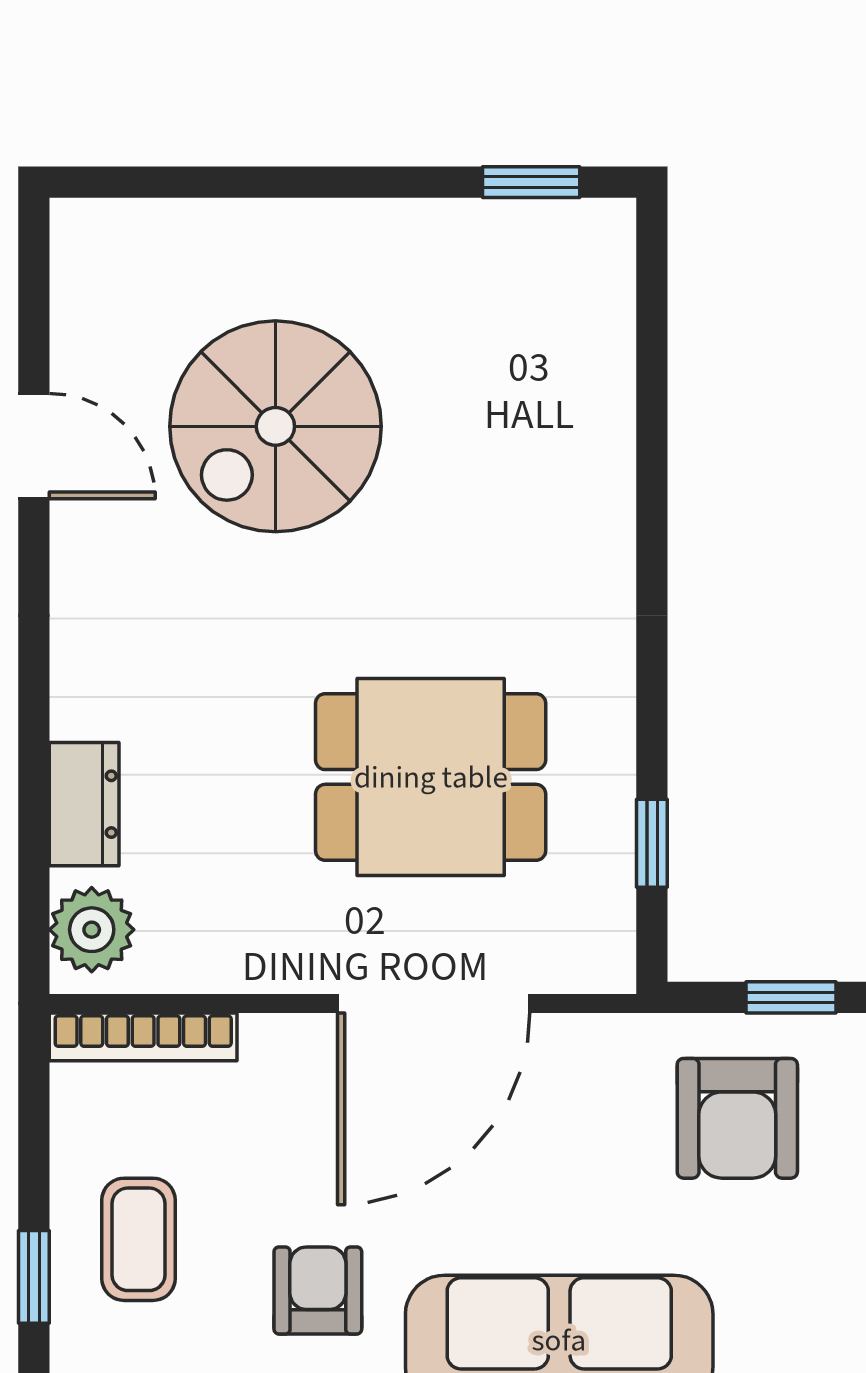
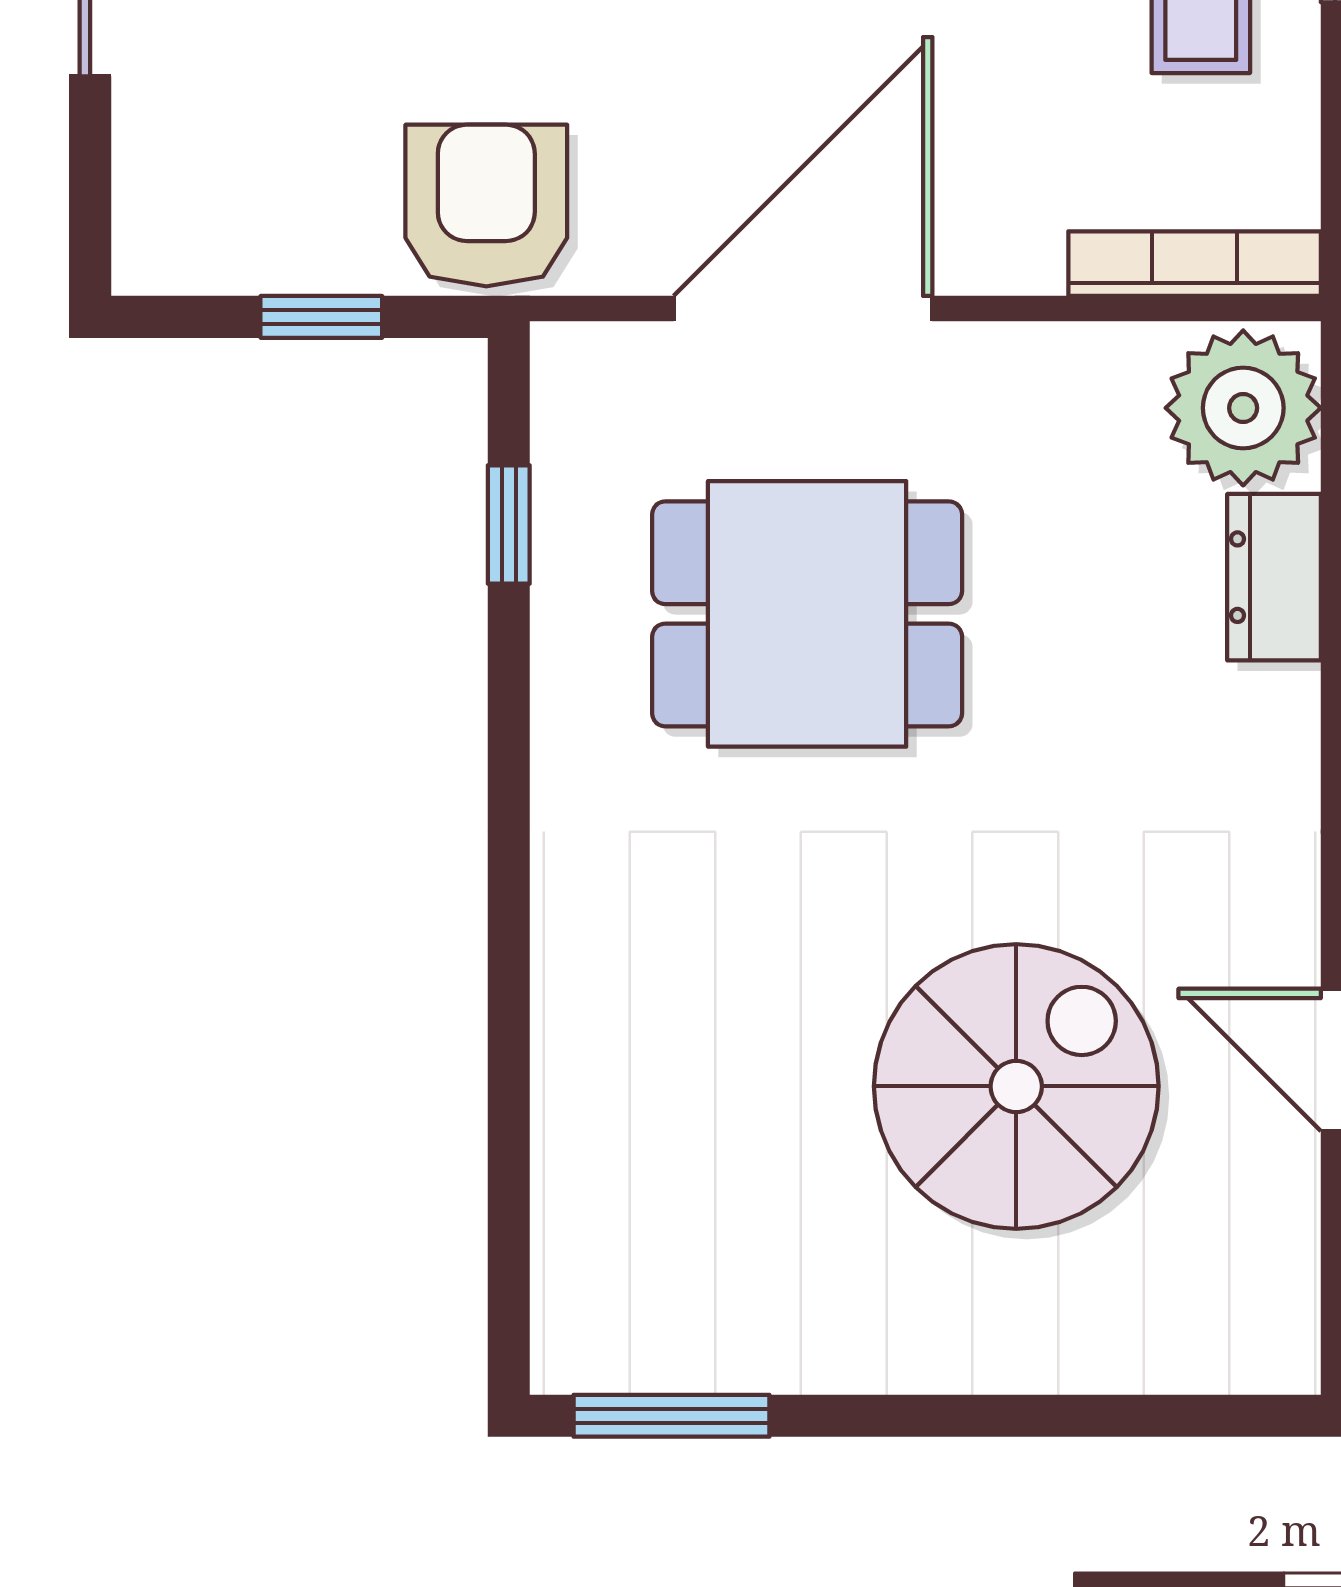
window: (531, 182) -> (672, 1416), width x1.50
plant: (92, 930) -> (1243, 408), width x1.36, depth x1.36
armchair: (737, 1118) -> (486, 206), moved

